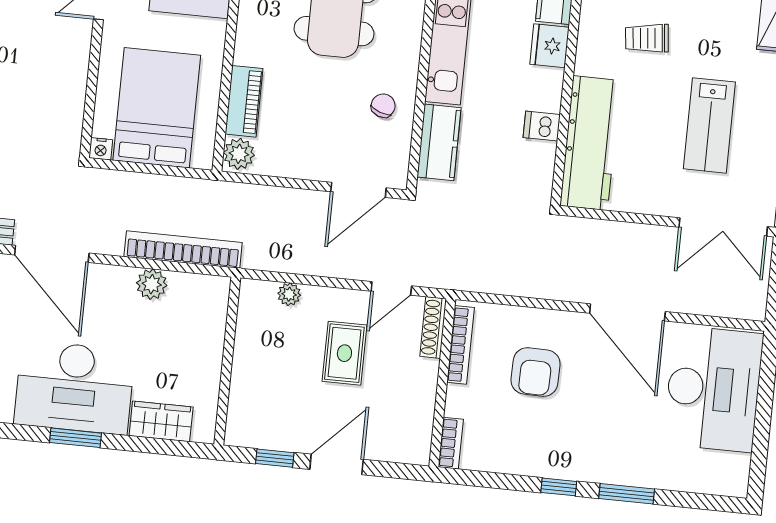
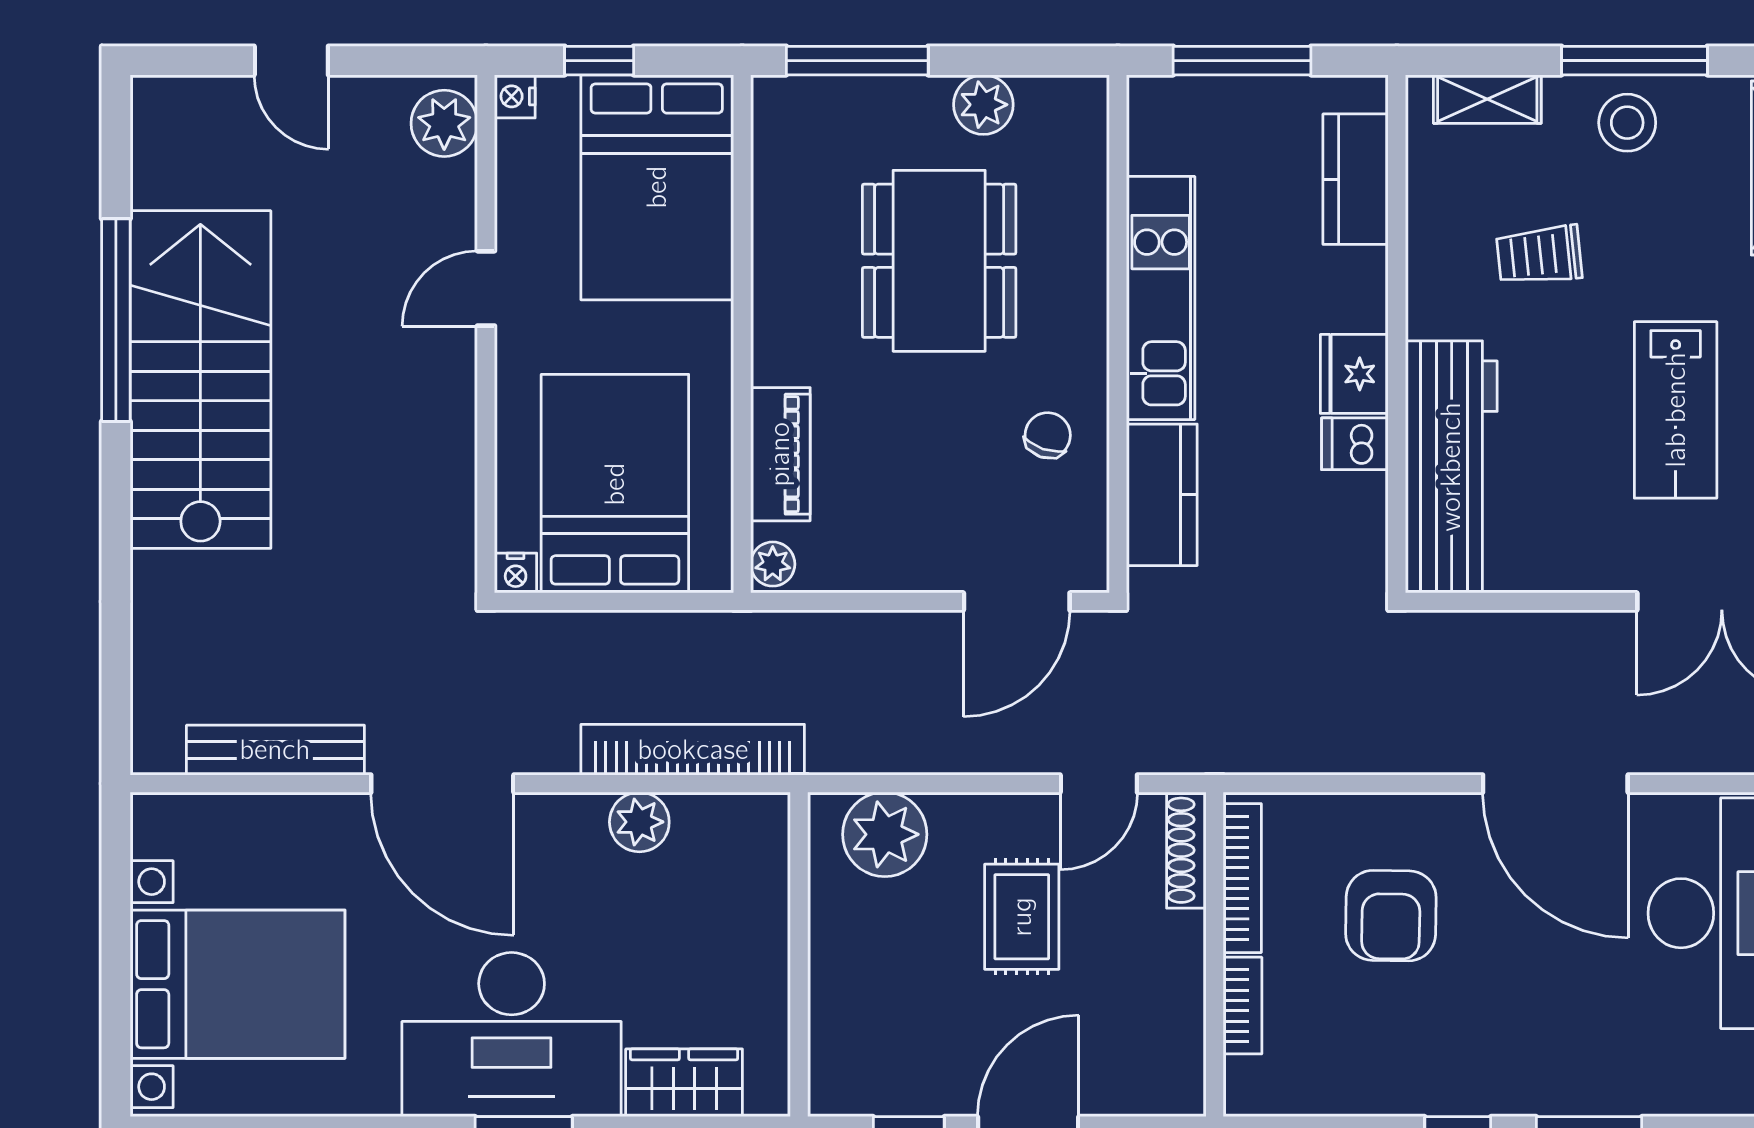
fridge: (549, 46) -> (1354, 374), moved
plant: (239, 154) -> (773, 564), width x0.73, depth x0.73
plant: (289, 294) -> (885, 834), width x1.88, depth x1.88
bookcase: (451, 443) -> (1243, 1006), moved

